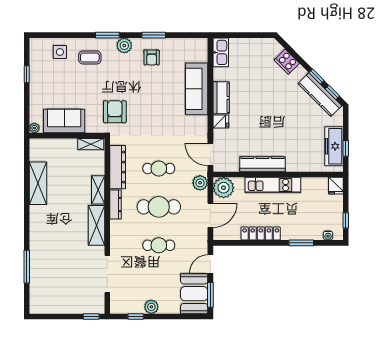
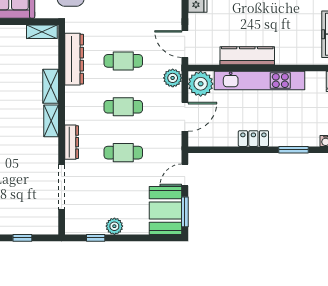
kitchen unit: (273, 185) -> (260, 81), width x1.36
dresser: (116, 204) -> (72, 142), moved
cafe table: (159, 207) -> (123, 107), width x0.73, depth x0.74
shelving: (96, 225) -> (51, 121), width x0.67, depth x0.75
locker: (261, 234) -> (253, 139), width x0.66
window: (91, 317) -> (22, 238), moved

